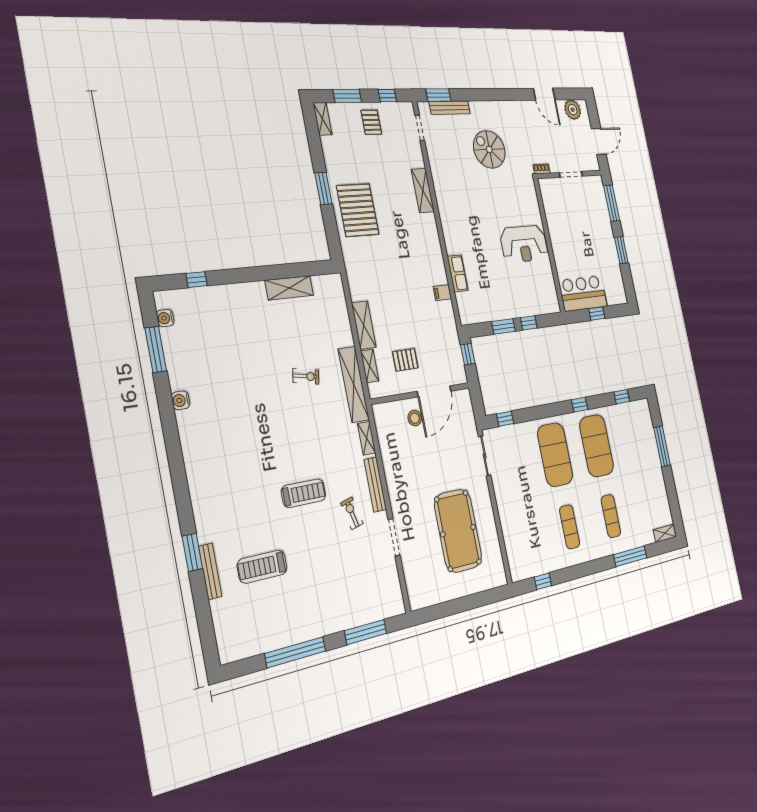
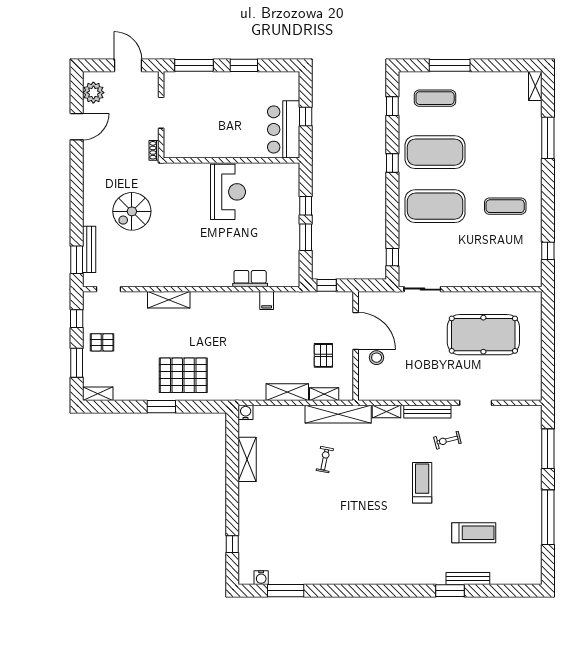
water cooler: (181, 400) -> (246, 412), moved, turned 180
exercise mat: (611, 516) -> (435, 98), moved
treadmill: (262, 567) -> (474, 533), turned -90

